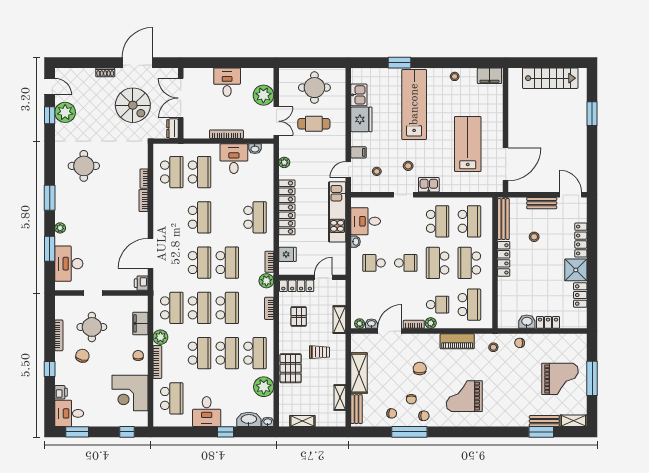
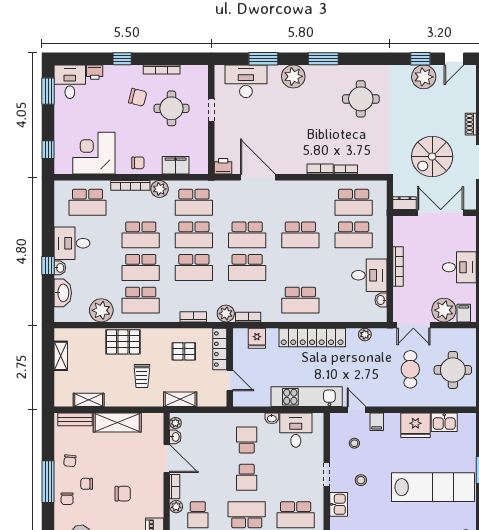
filing cabinet: (266, 78) -> (464, 313), added
plant: (60, 228) -> (293, 76), width x1.88, depth x1.88
washbasin: (268, 422) -> (60, 268), moved

